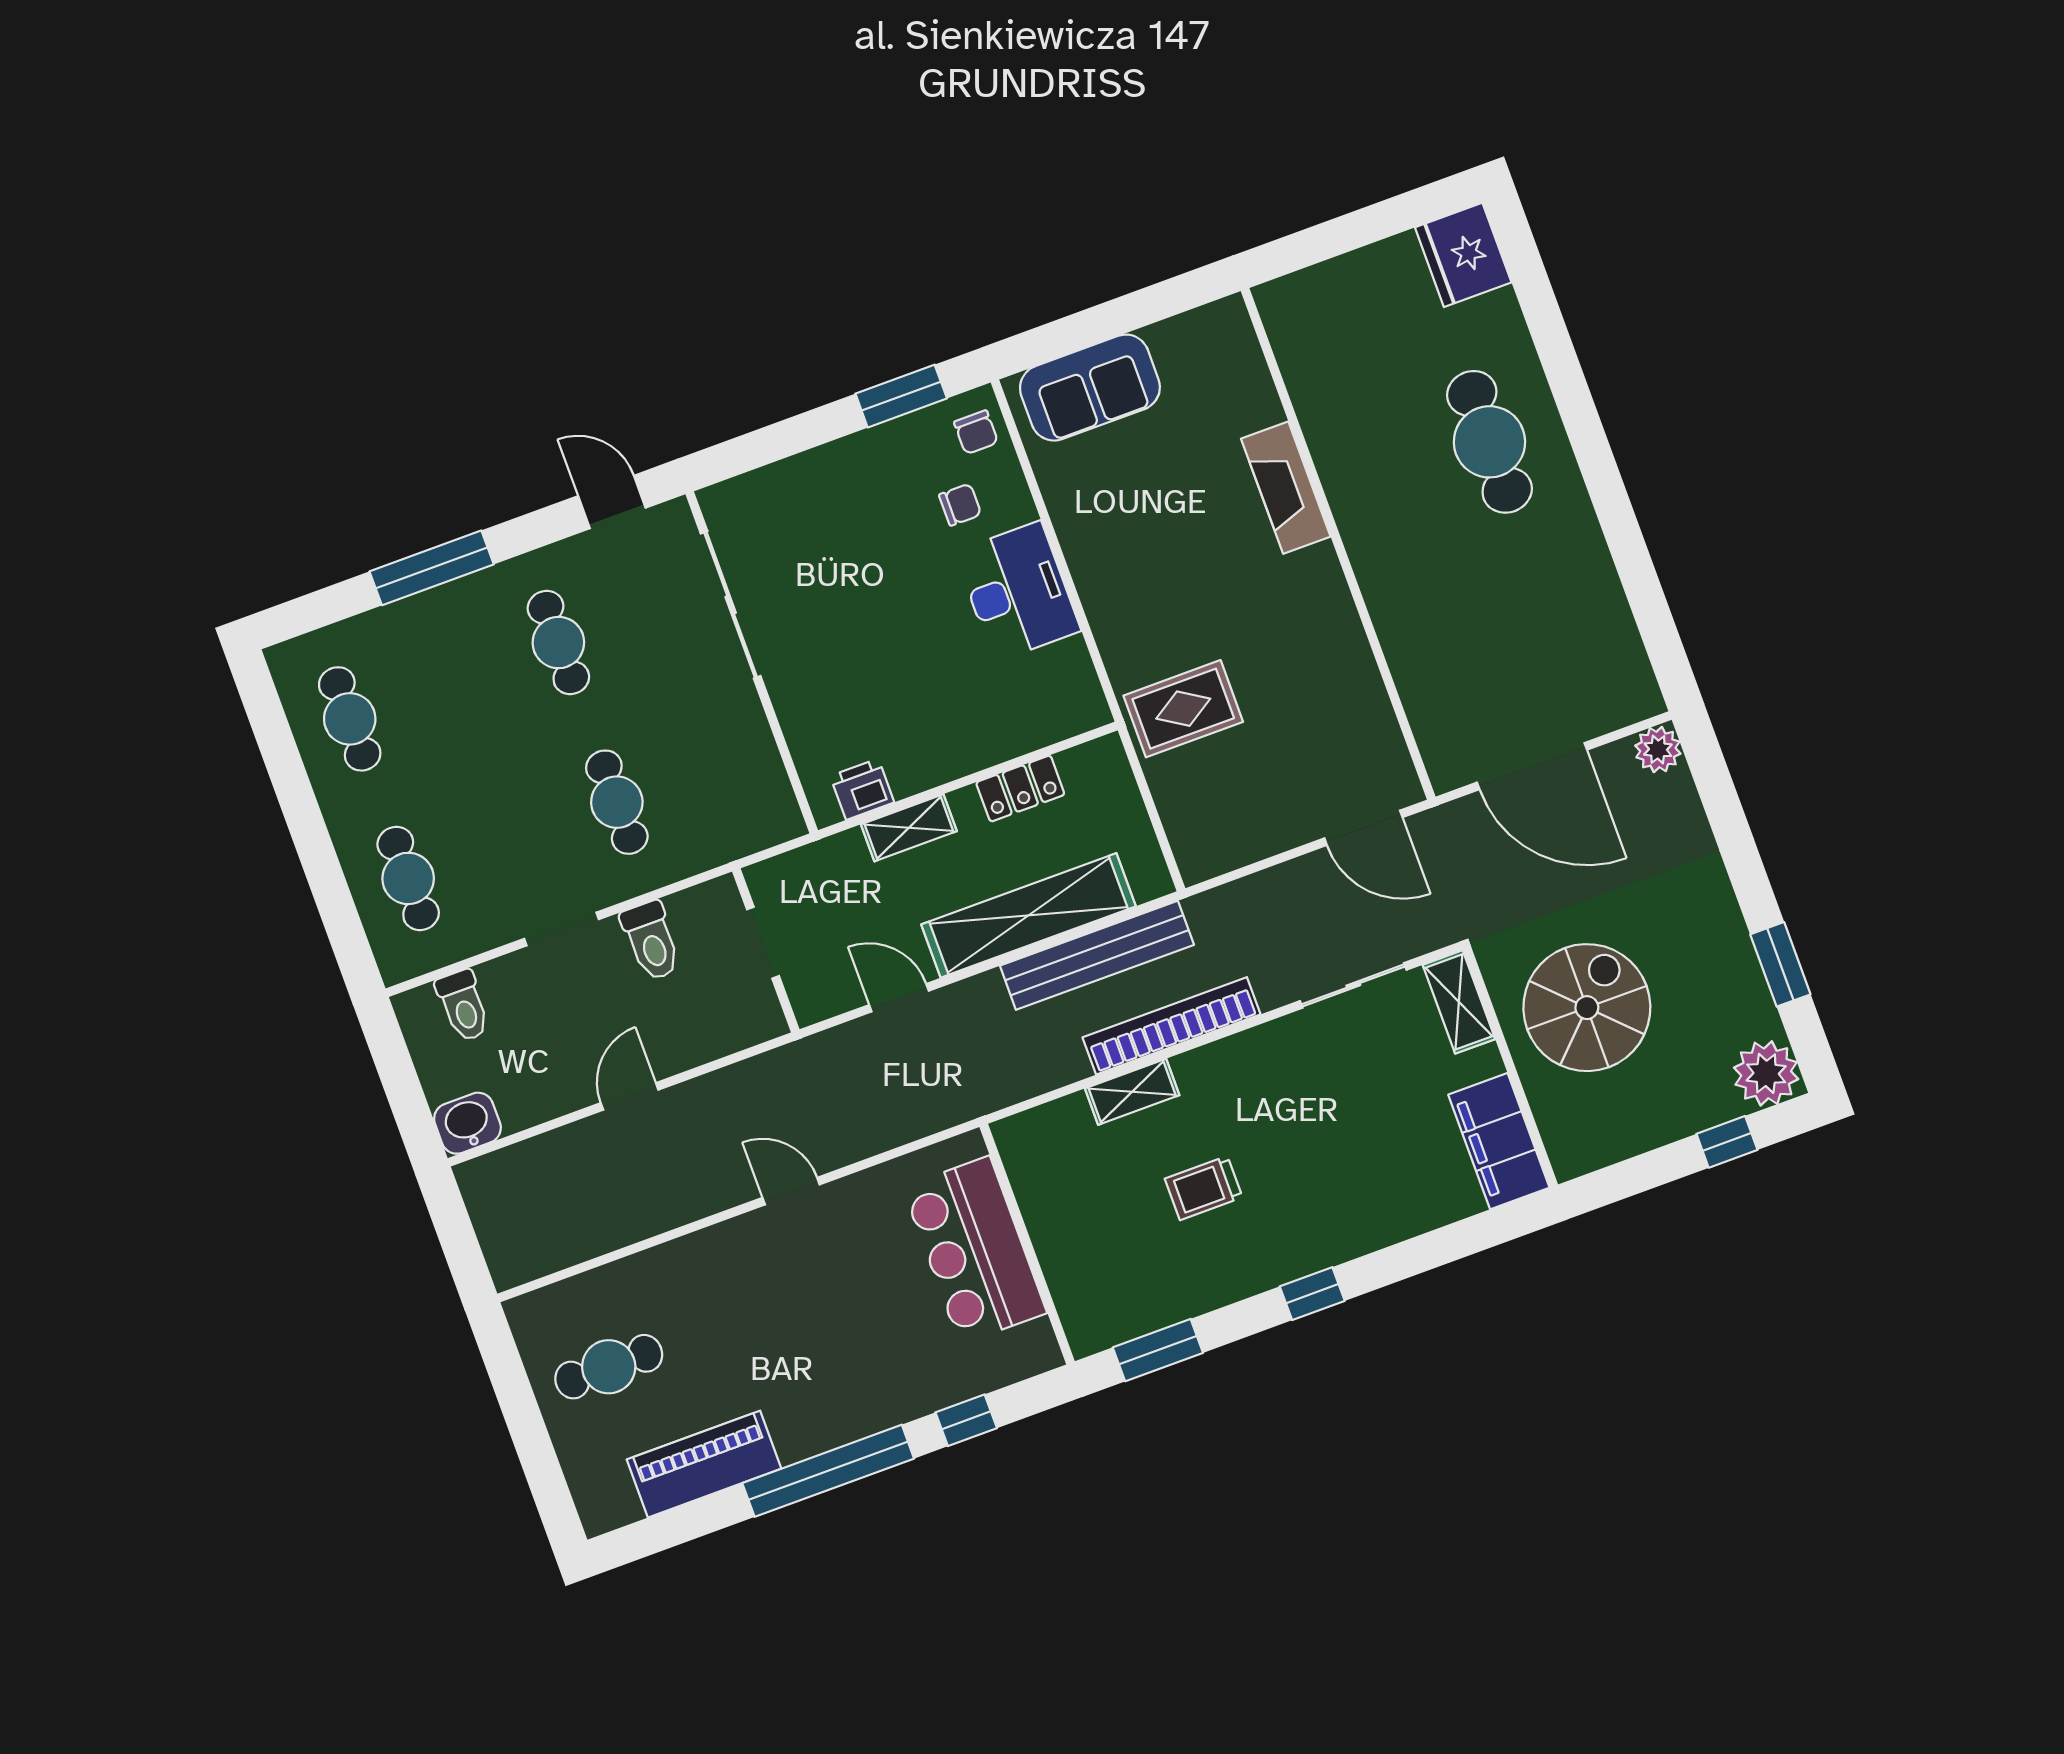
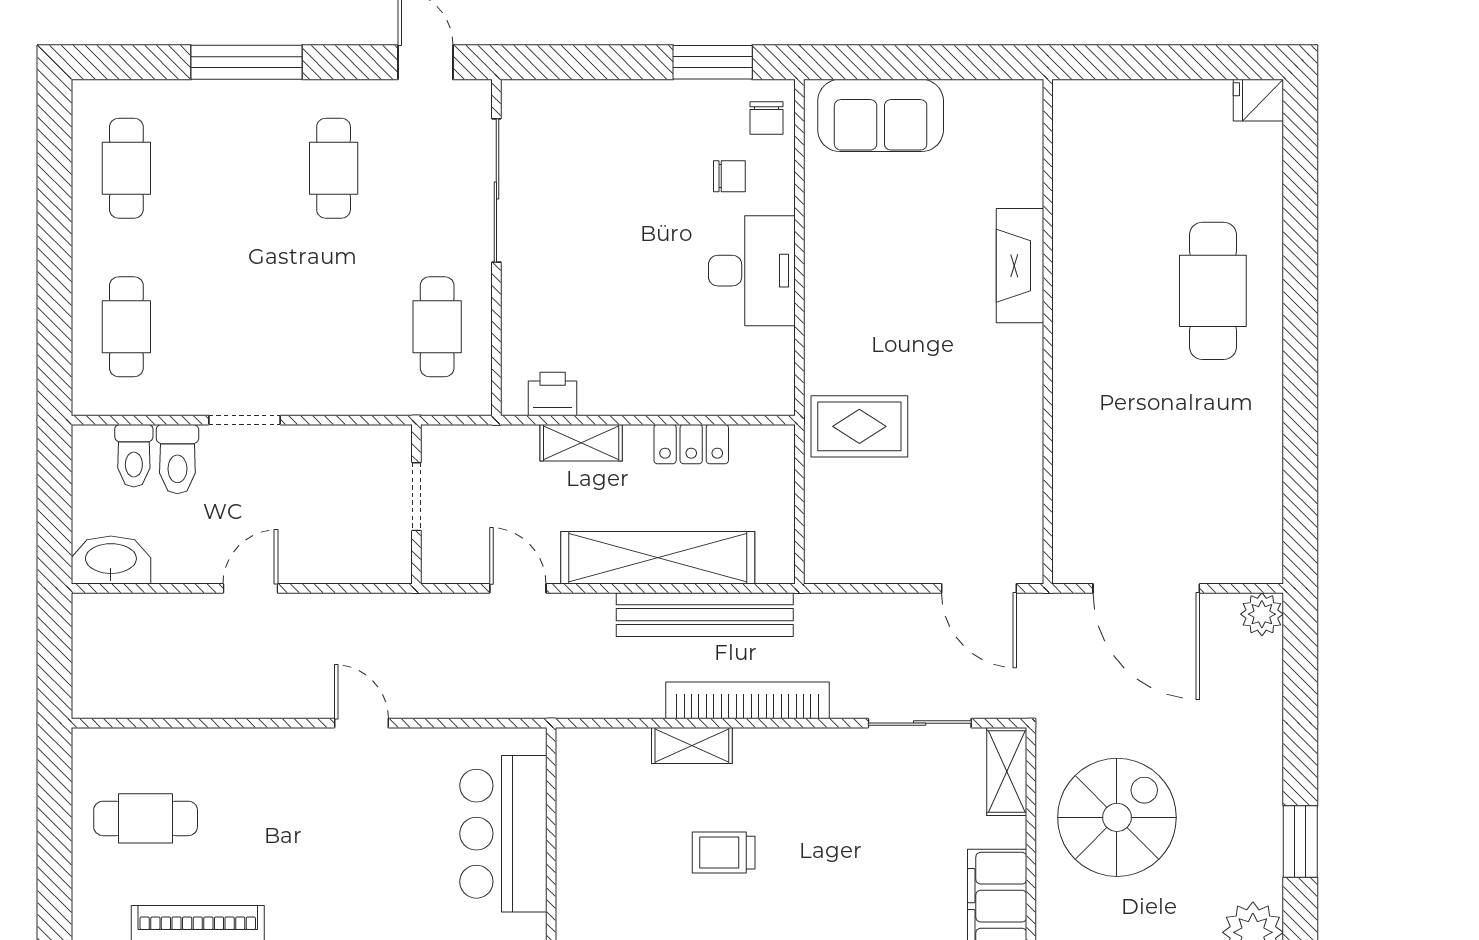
fridge: (1463, 255) -> (1258, 100), width x0.53, depth x0.75
cafe table: (617, 802) -> (437, 327), moved
toilet: (651, 941) -> (177, 459), moved
washbasin: (467, 1123) -> (111, 560), width x1.38

